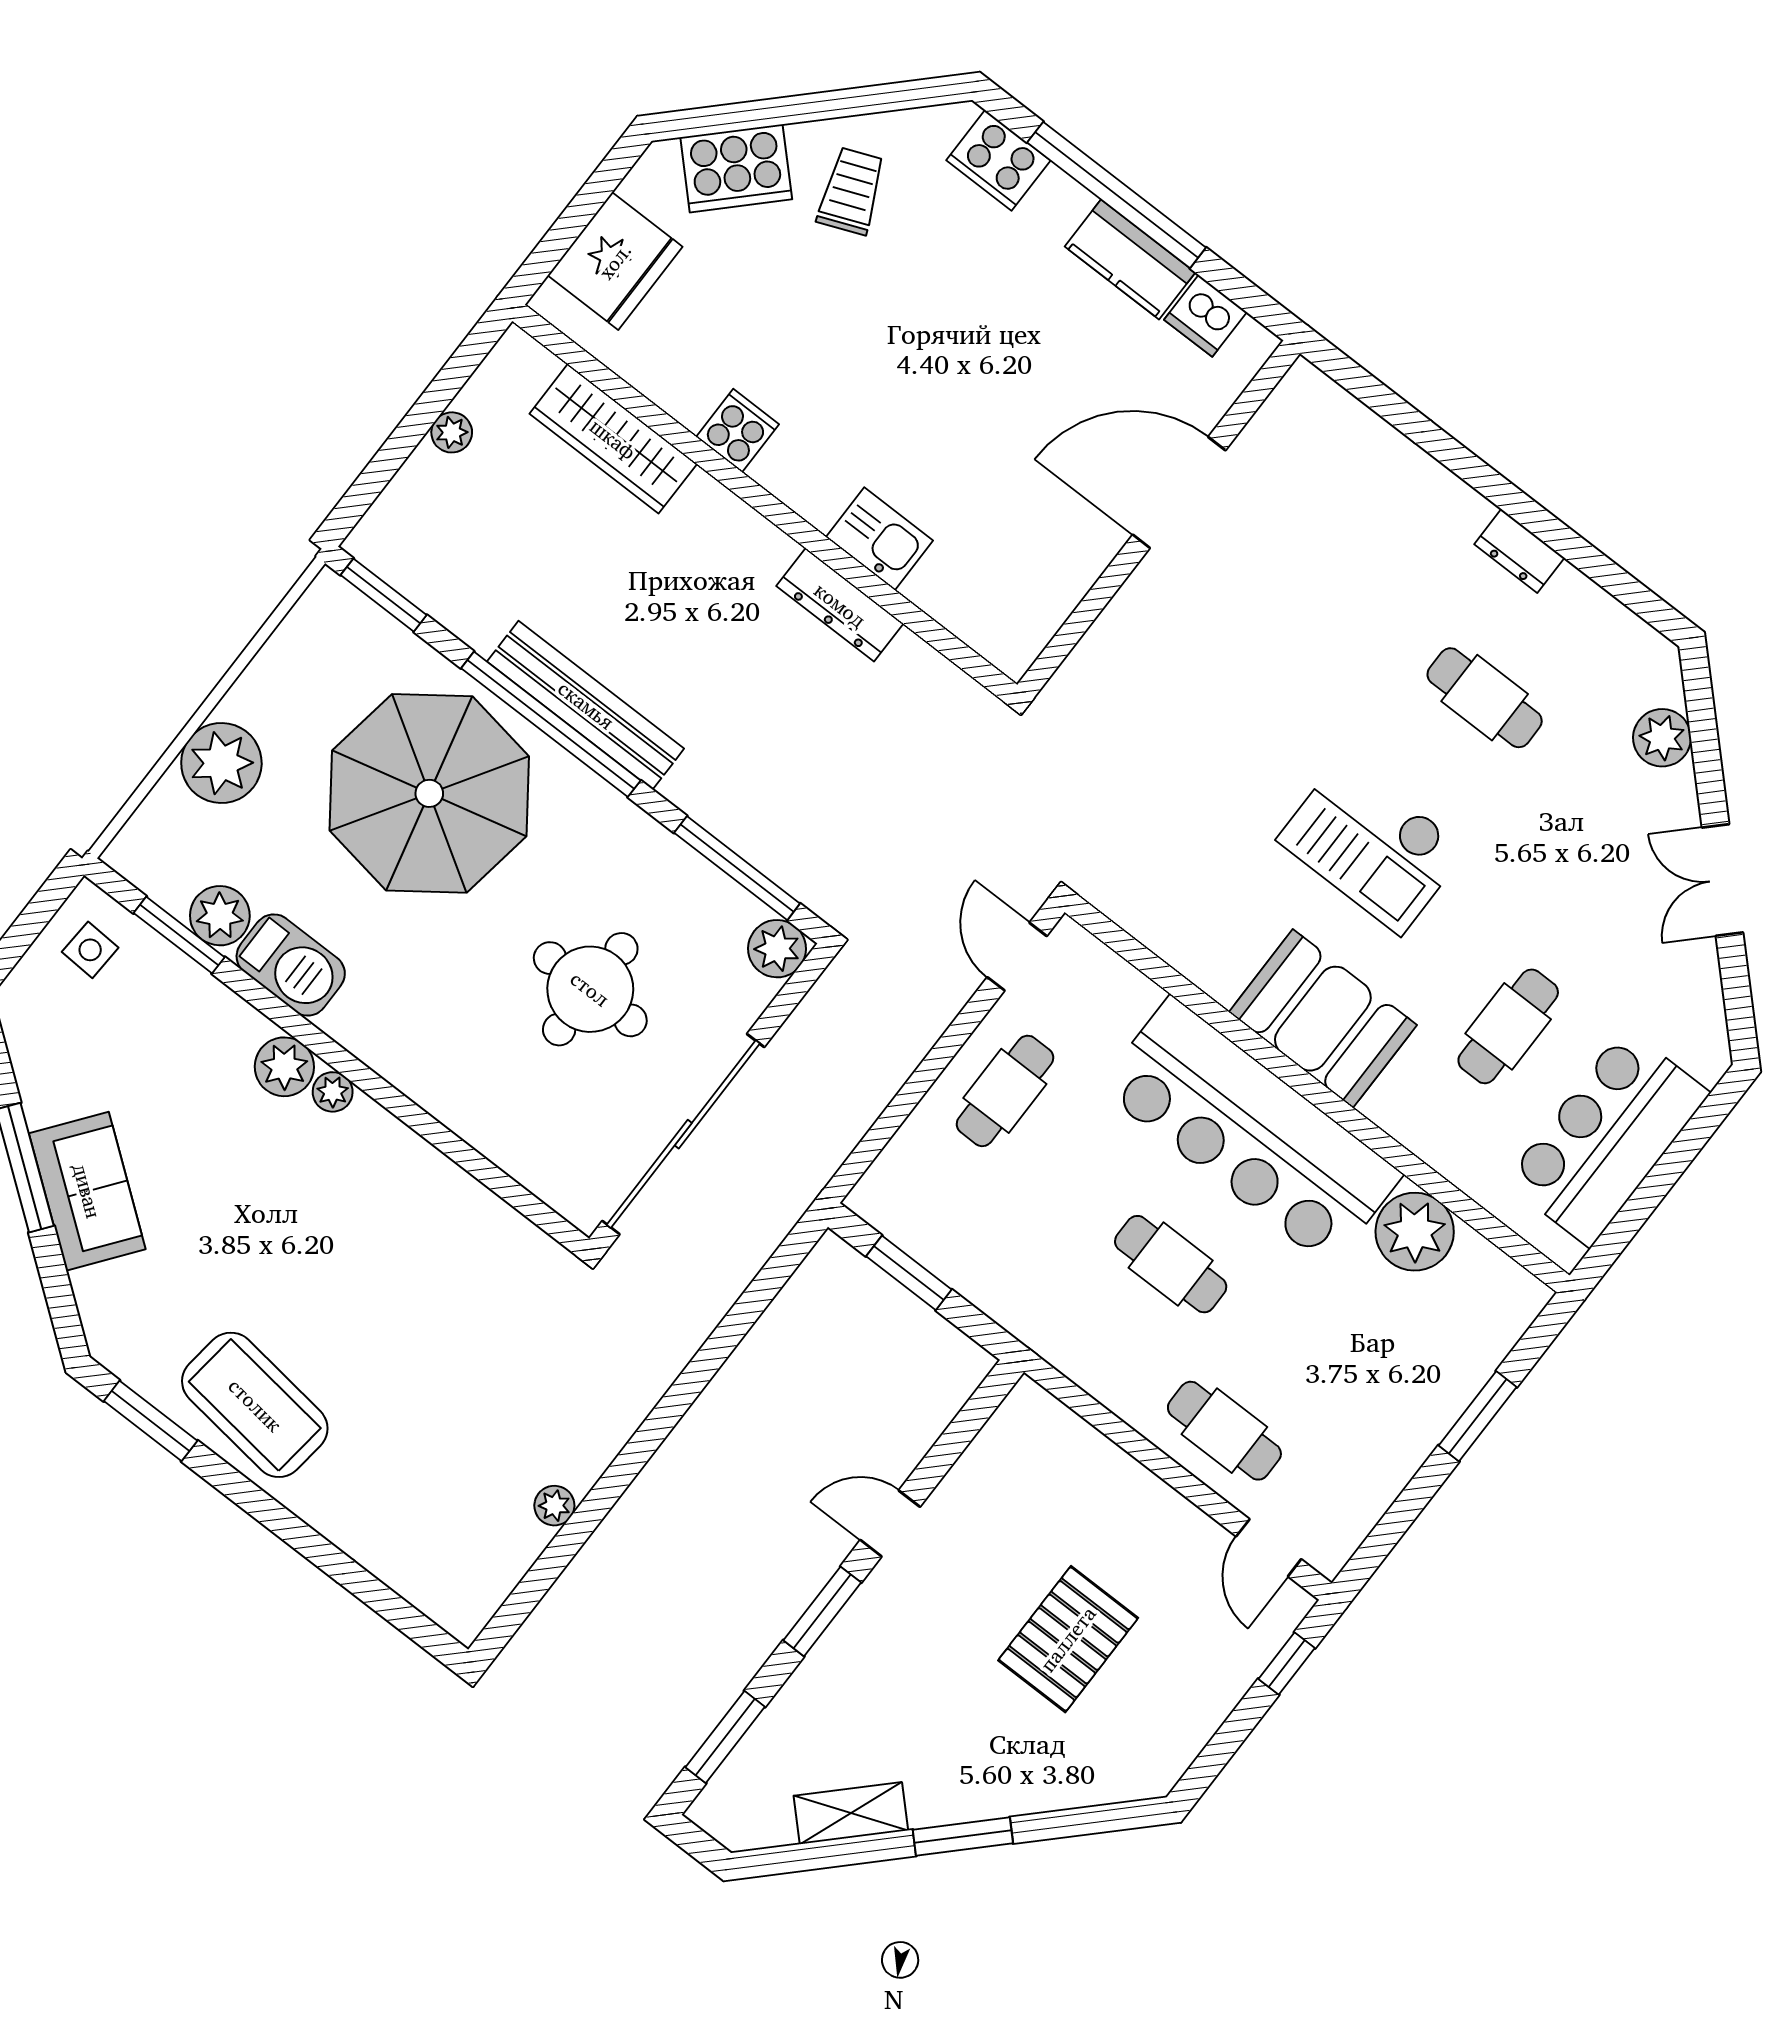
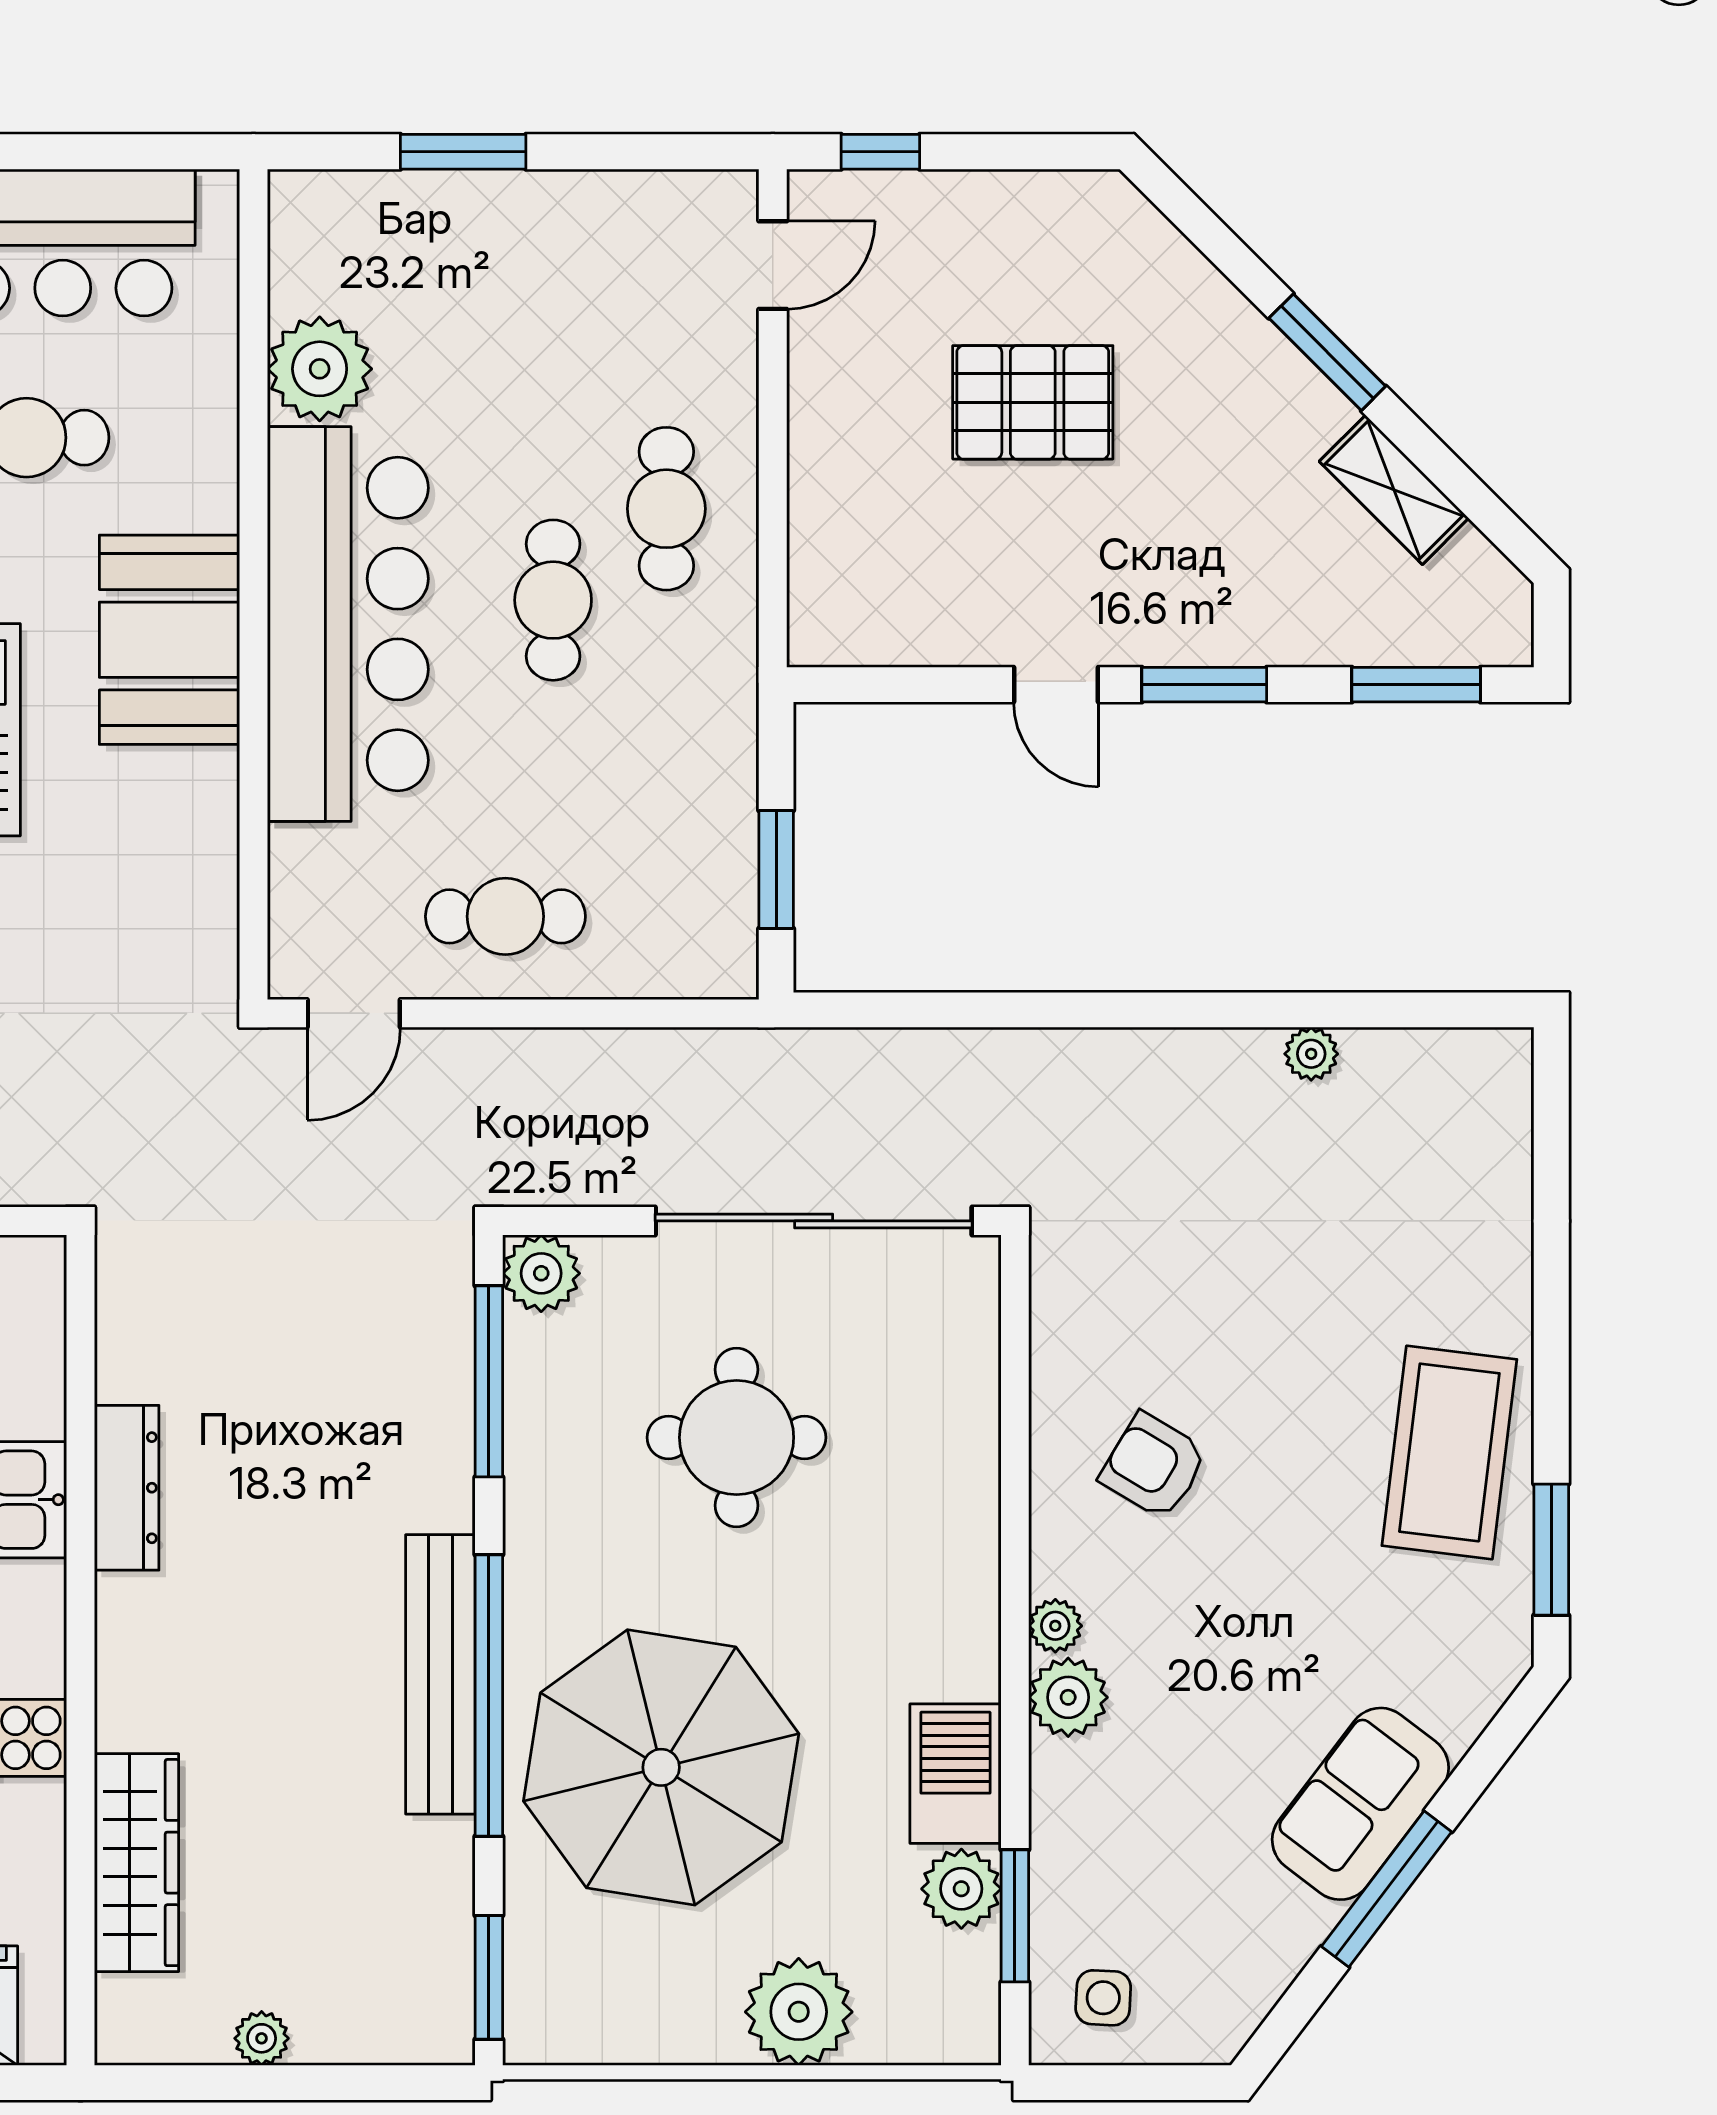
armchair: (382, 1223) -> (1154, 1466), added
cafe table: (1224, 1431) -> (666, 509), moved

